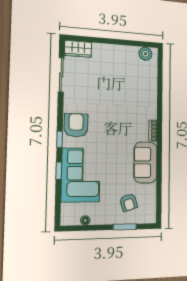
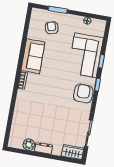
dresser: (115, 50) -> (43, 148), added
plant: (145, 54) -> (29, 145), moved
armchair: (76, 125) -> (83, 94), turned 180

